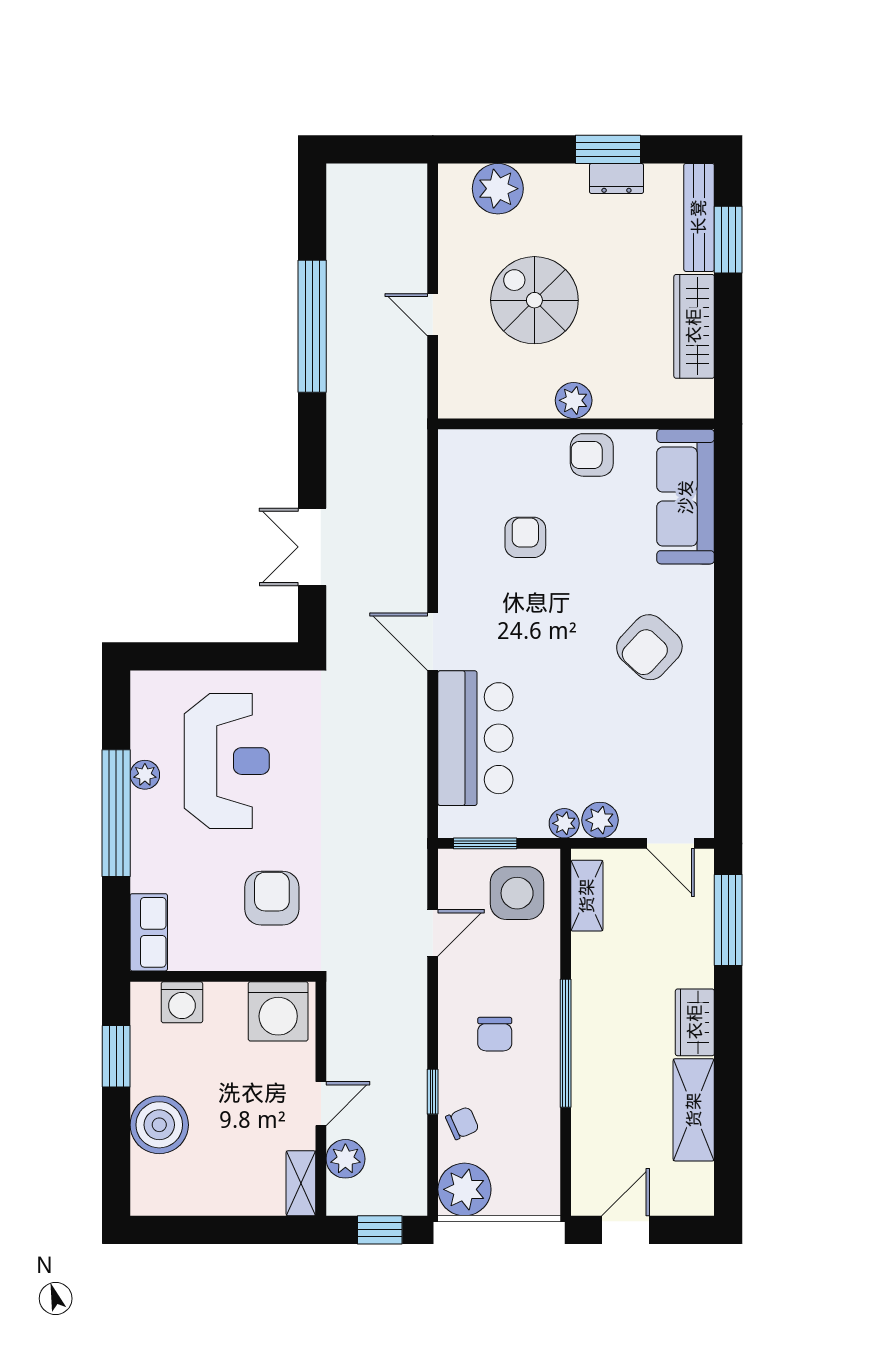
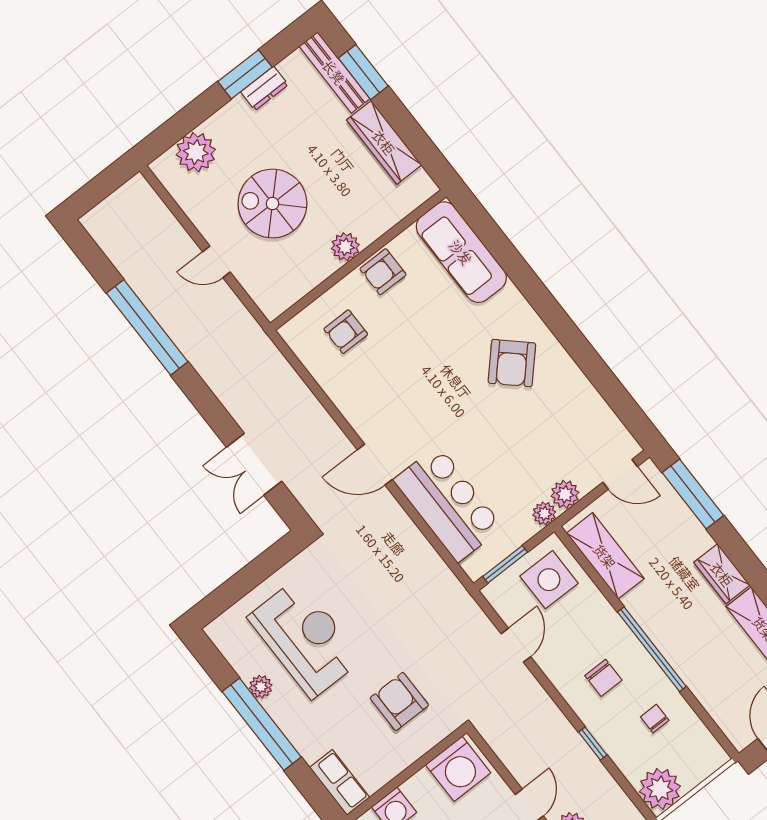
armchair: (525, 537) -> (346, 332), moved, turned -90
shelving: (587, 896) -> (605, 556), width x1.50, depth x1.33
chair: (462, 1123) -> (655, 719), moved, turned -66

